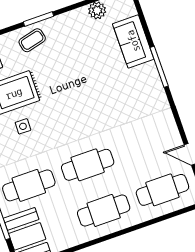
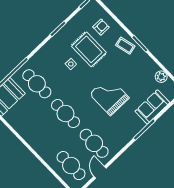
grand piano: (91, 94) -> (109, 96), added
cafe table: (104, 210) -> (94, 143), moved

